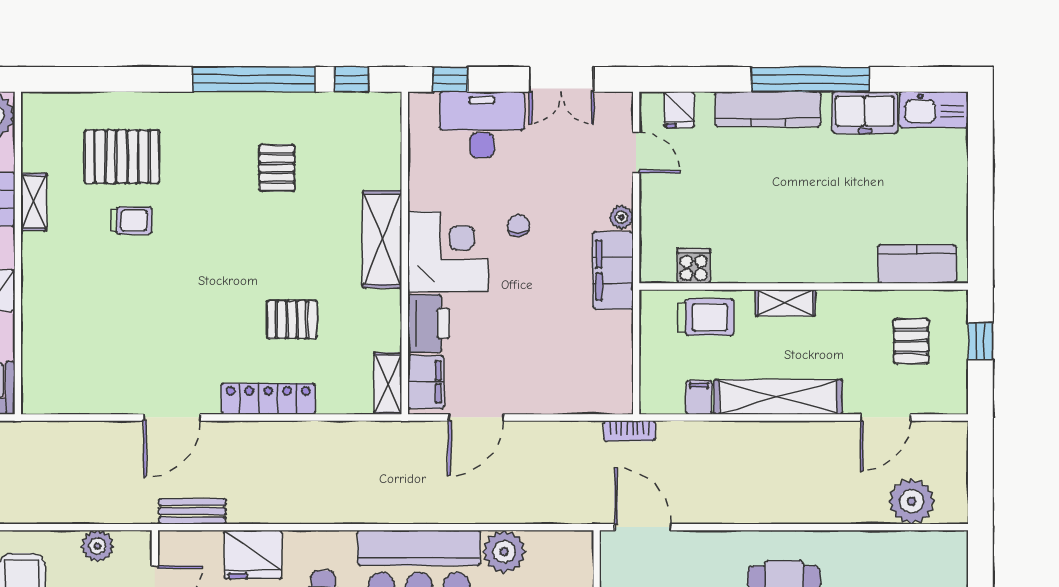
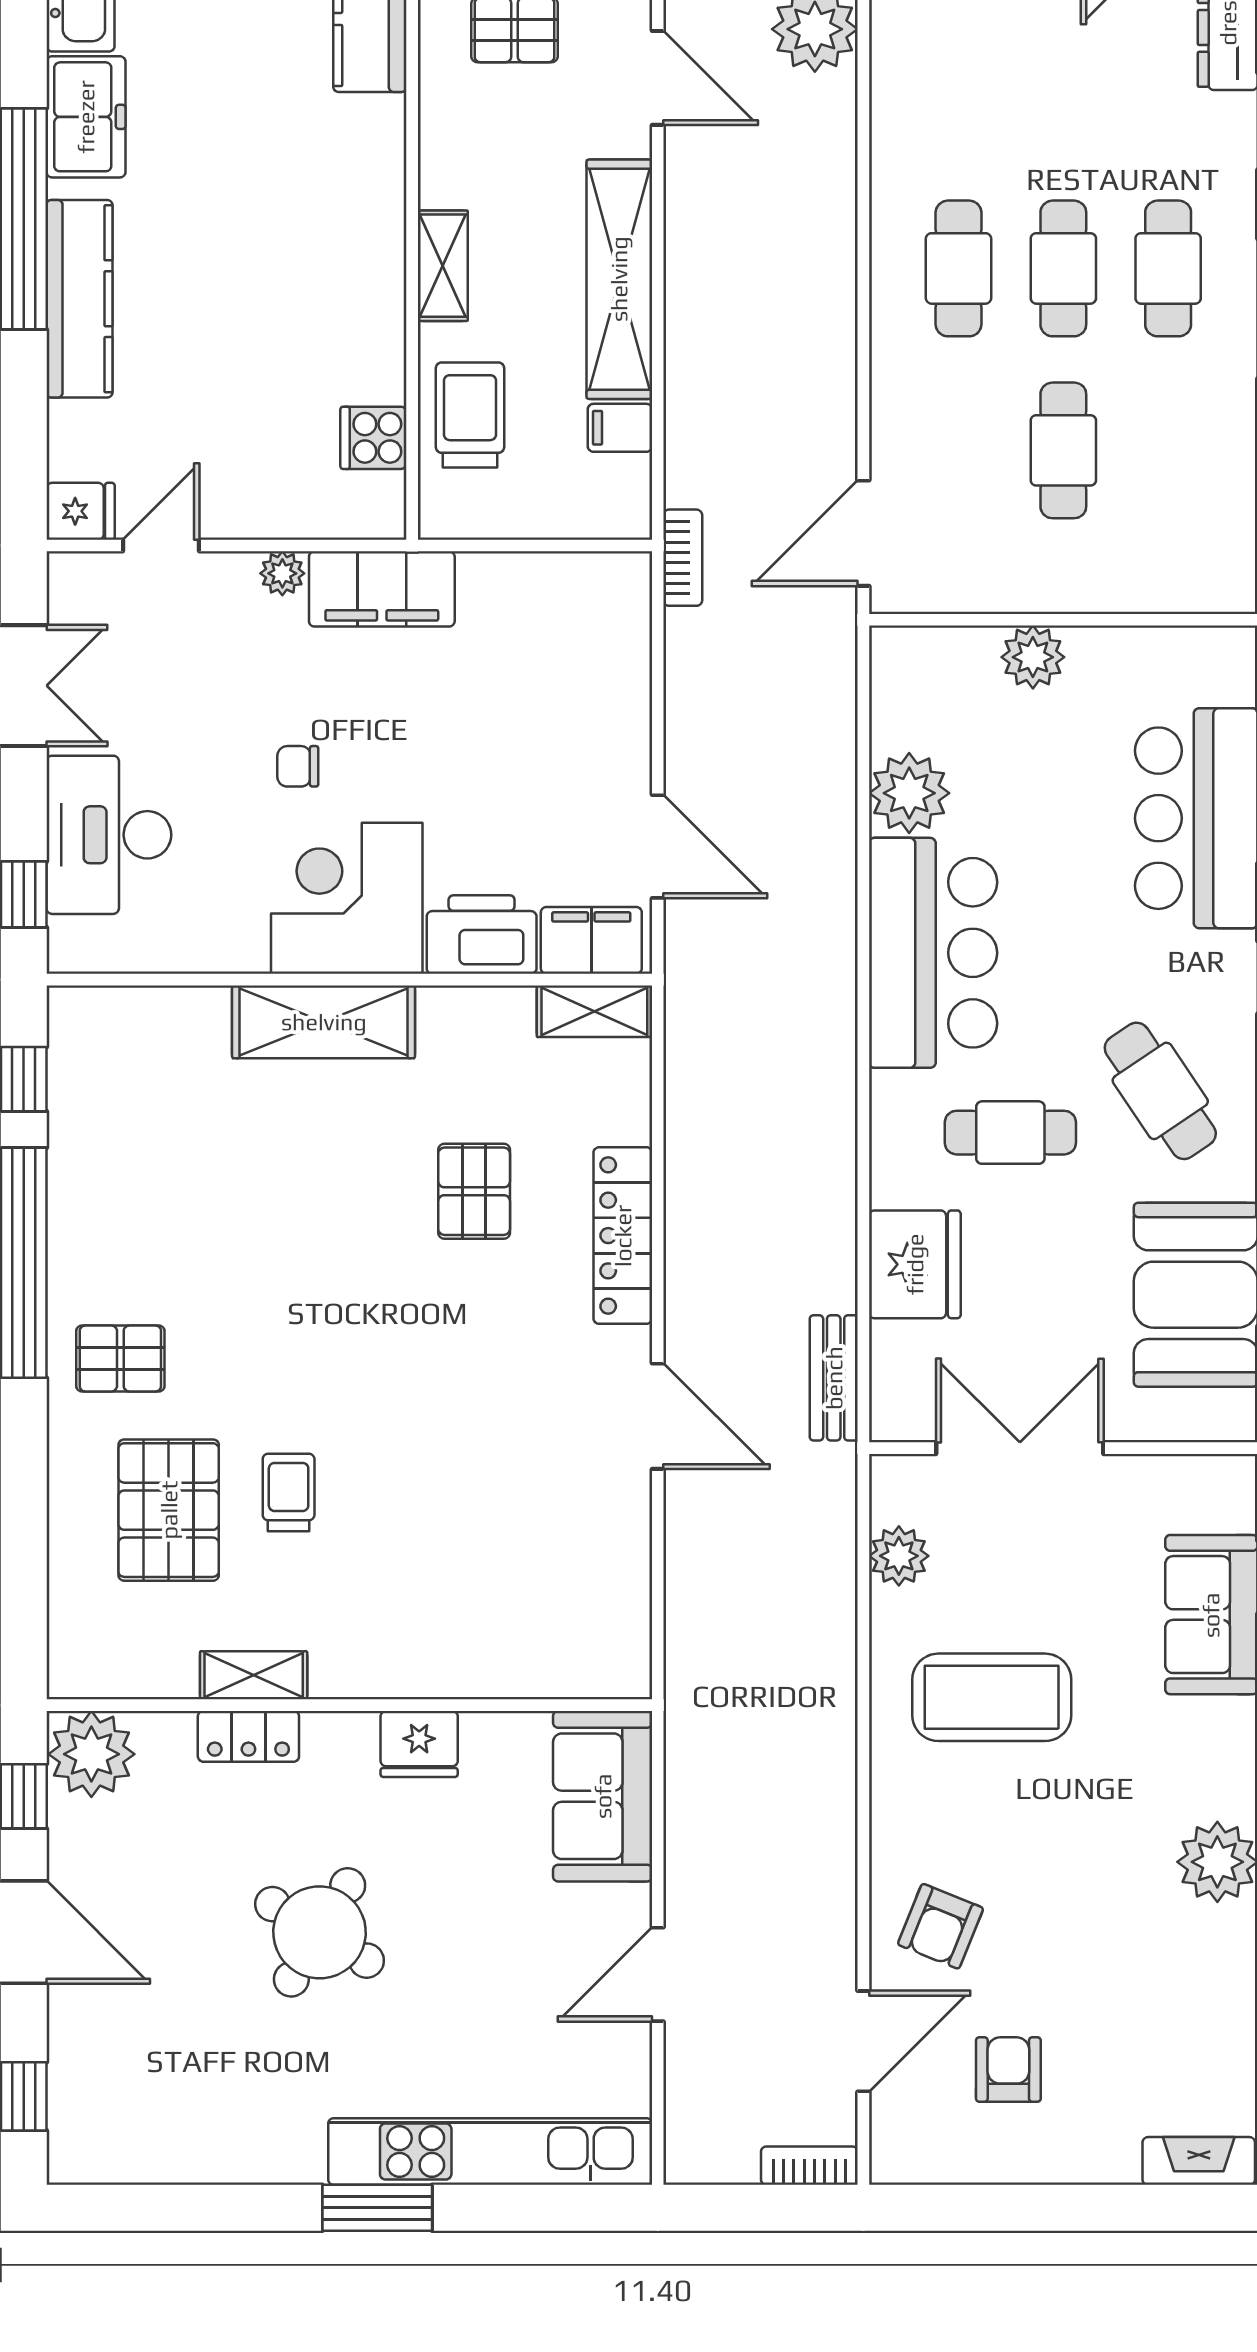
fridge: (679, 110) -> (81, 511), moved
pallet: (277, 168) -> (120, 1358), moved

